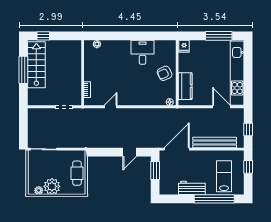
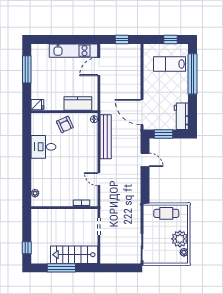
stairs: (36, 65) -> (74, 255), moved
kitchen unit: (237, 73) -> (73, 51), width x0.73
bench: (215, 143) -> (106, 137), moved
window: (248, 167) -> (170, 40), moved
workbench: (192, 188) -> (181, 116), moved

